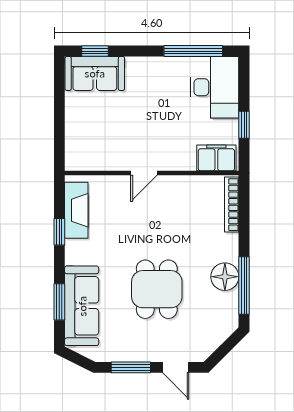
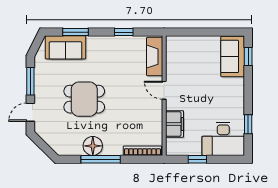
window: (193, 51) -> (248, 124), width x0.46
filing cabinet: (216, 158) -> (175, 124), moved
fireplace: (76, 210) -> (155, 57), moved, turned 90
window: (244, 285) -> (101, 159), moved
sofa: (82, 306) -> (65, 47), width x0.73

